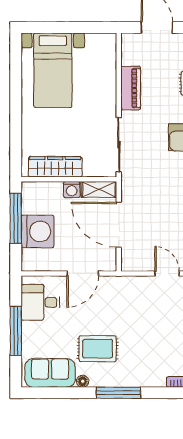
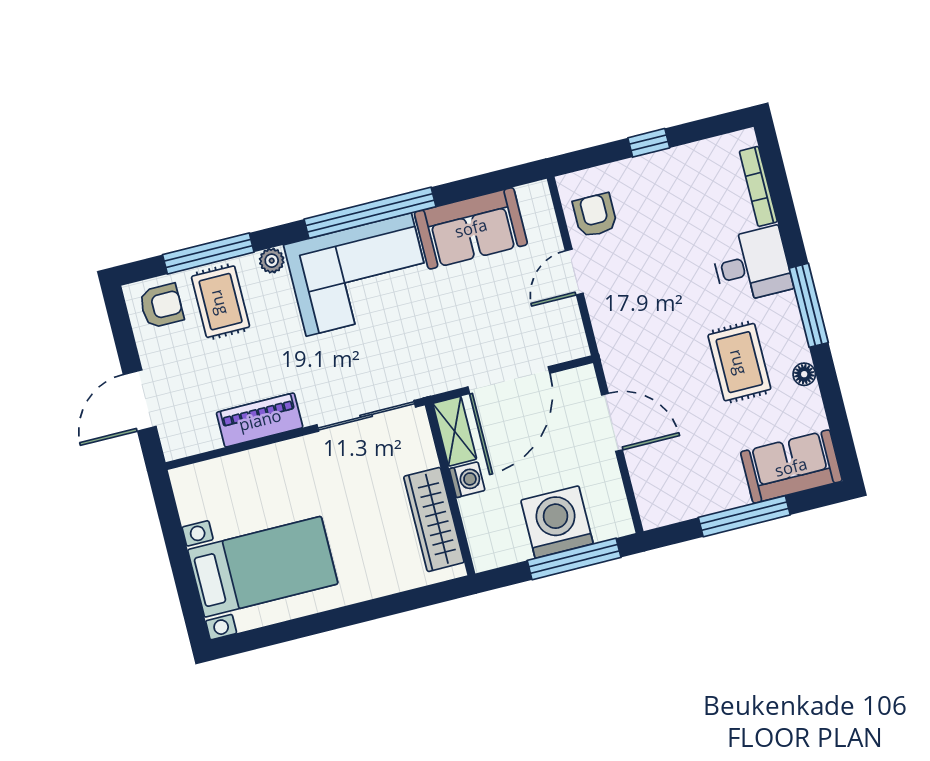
window: (16, 218) -> (574, 559), moved
desk: (41, 302) -> (752, 265), moved, turned -90
sofa: (50, 373) -> (791, 467), moved, turned 90

